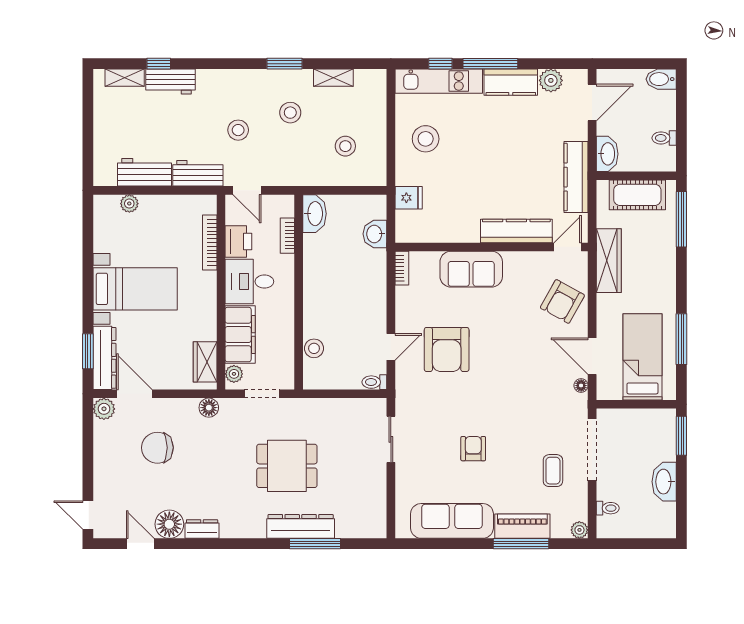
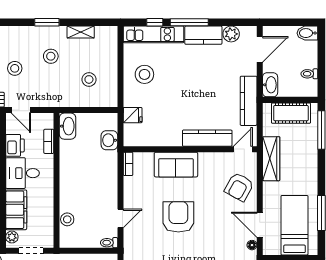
armchair: (447, 349) -> (178, 217), moved, turned 180

